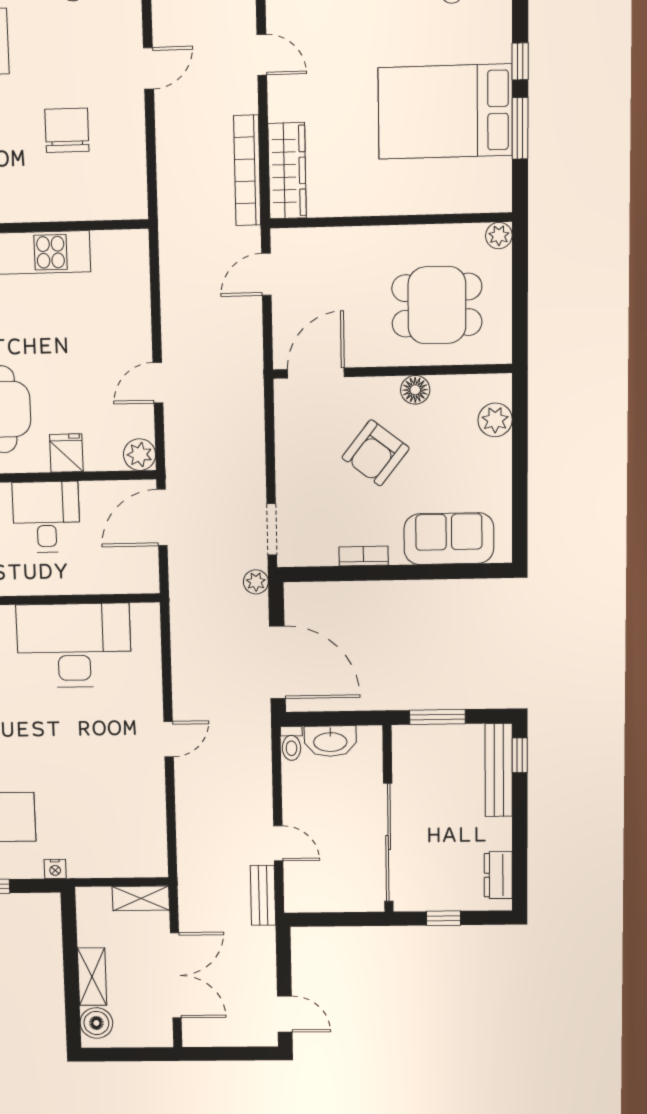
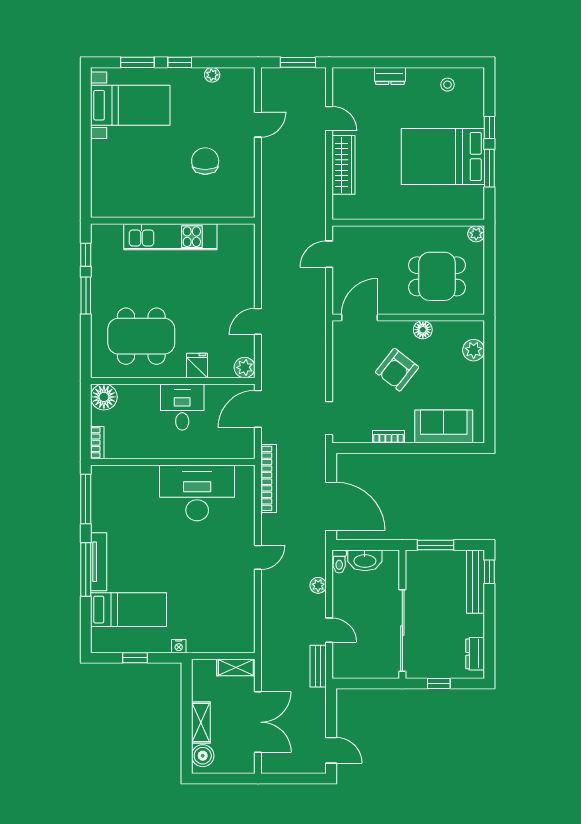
bookcase: (247, 170) -> (269, 478), moved, turned 180
wardrobe: (287, 171) -> (344, 165), moved
plant: (256, 582) -> (318, 585), moved

